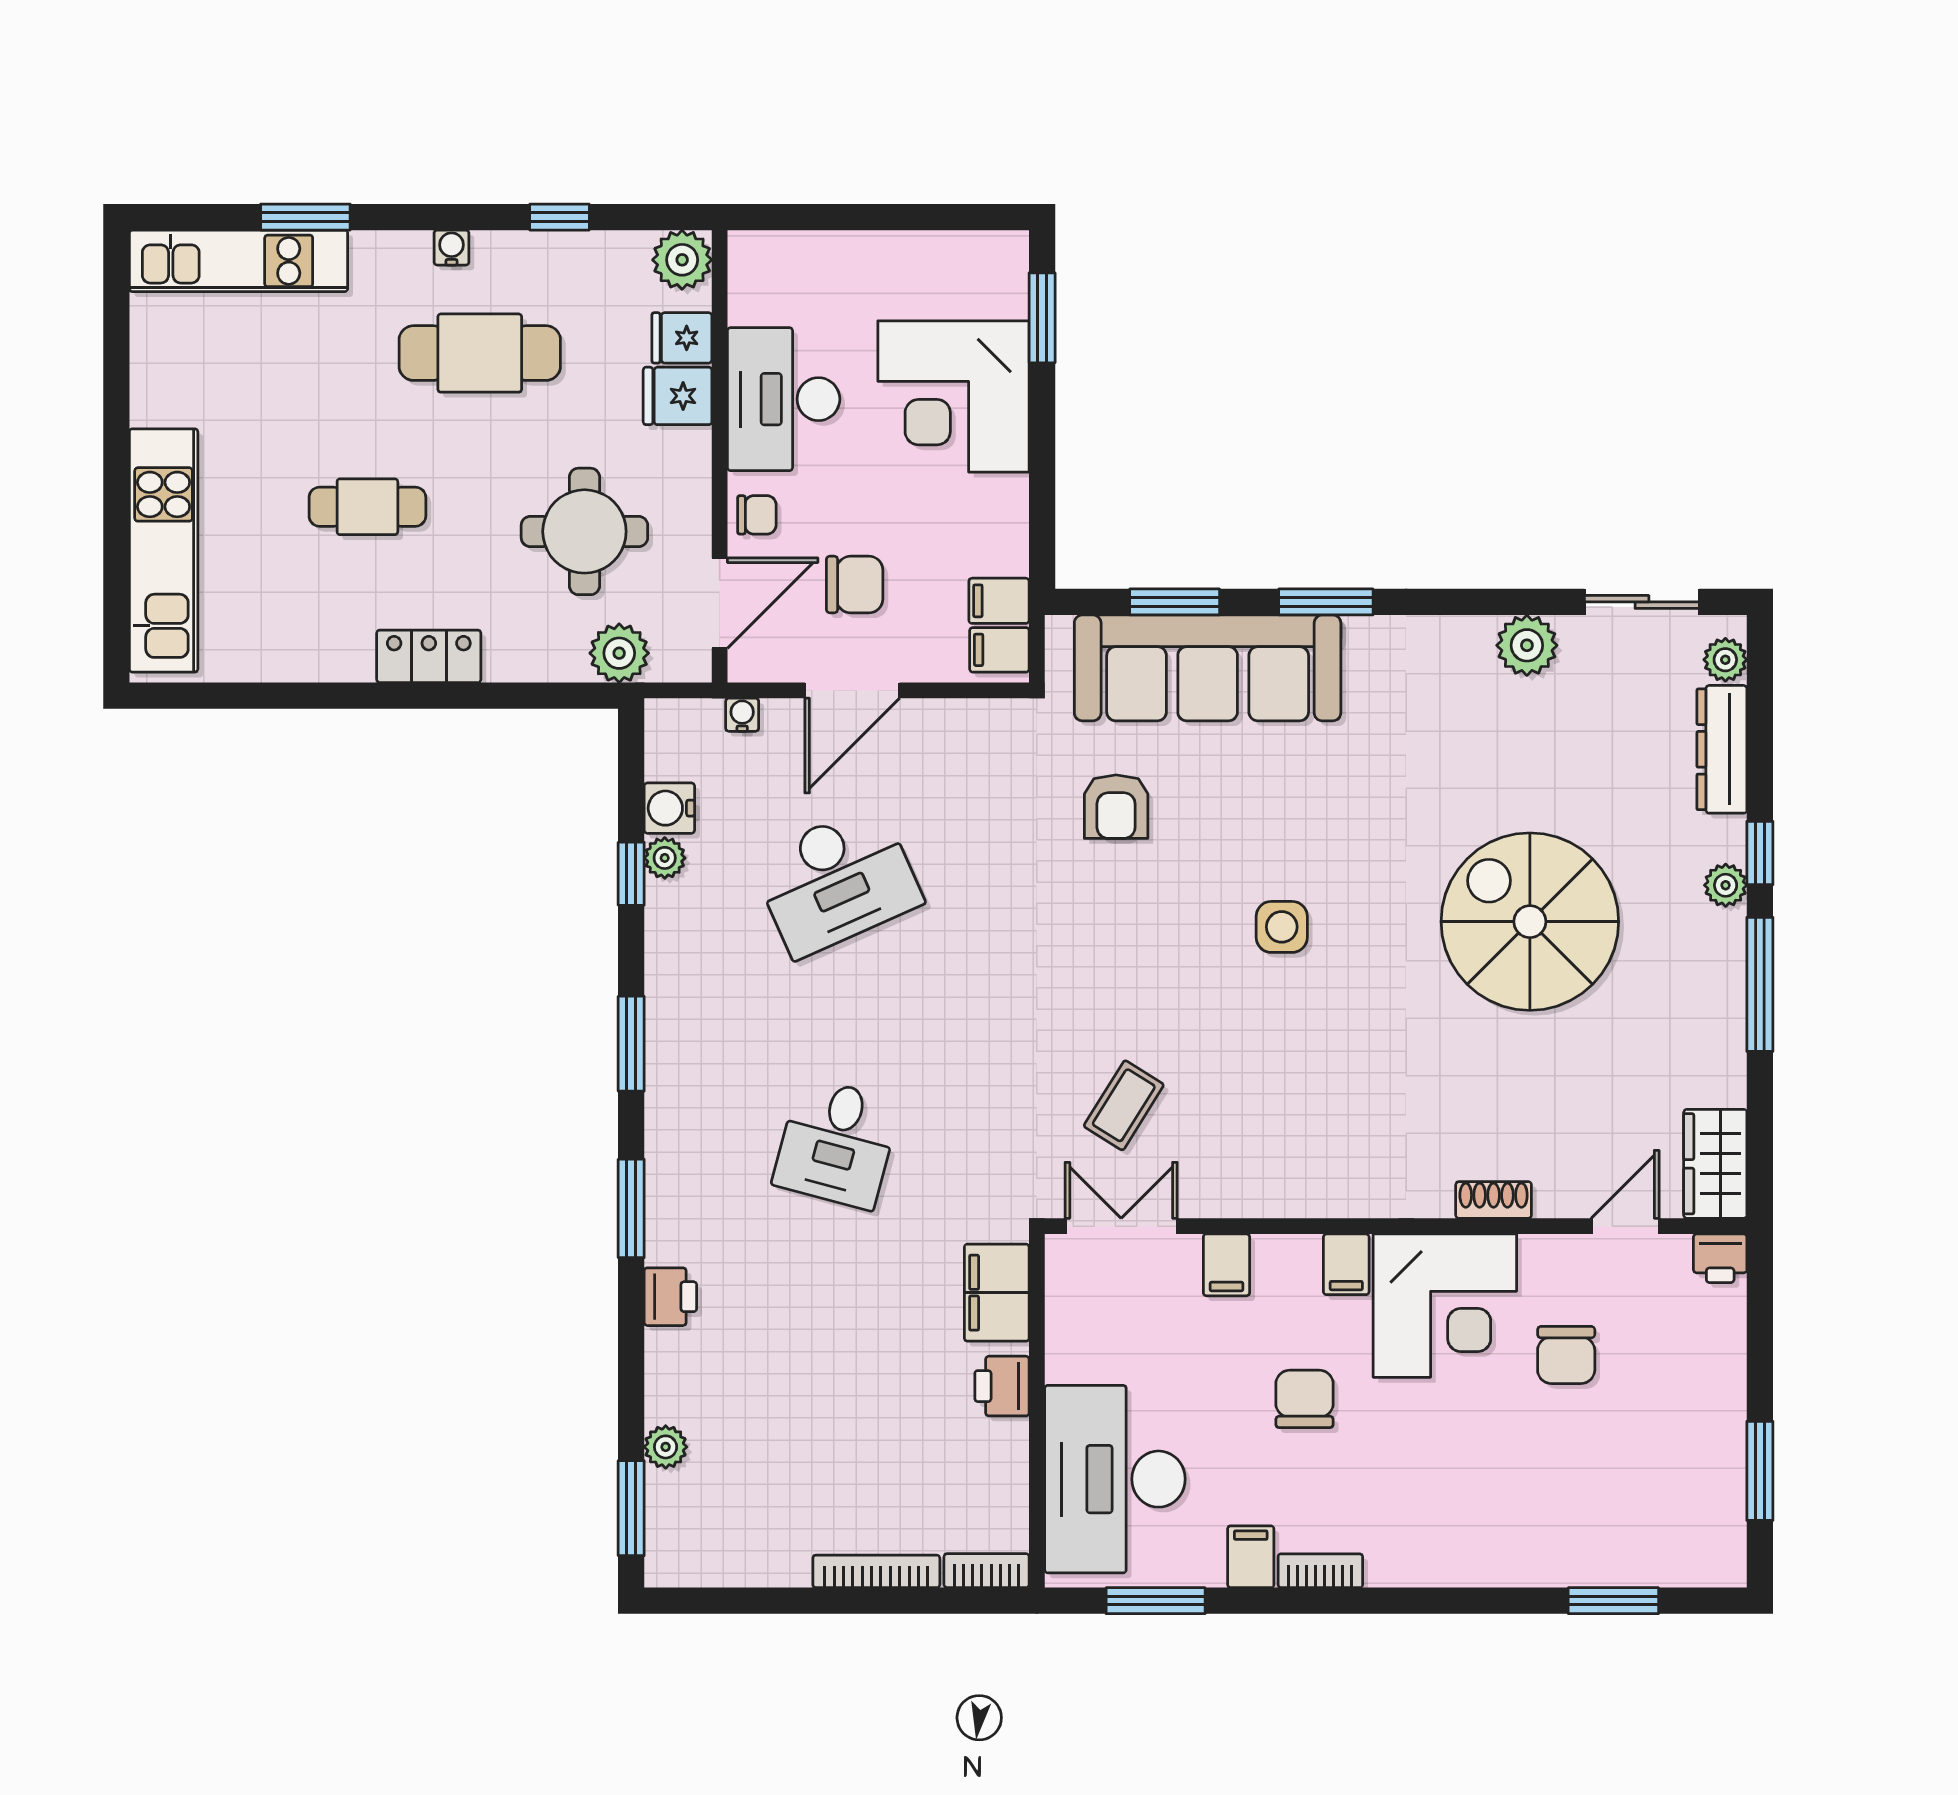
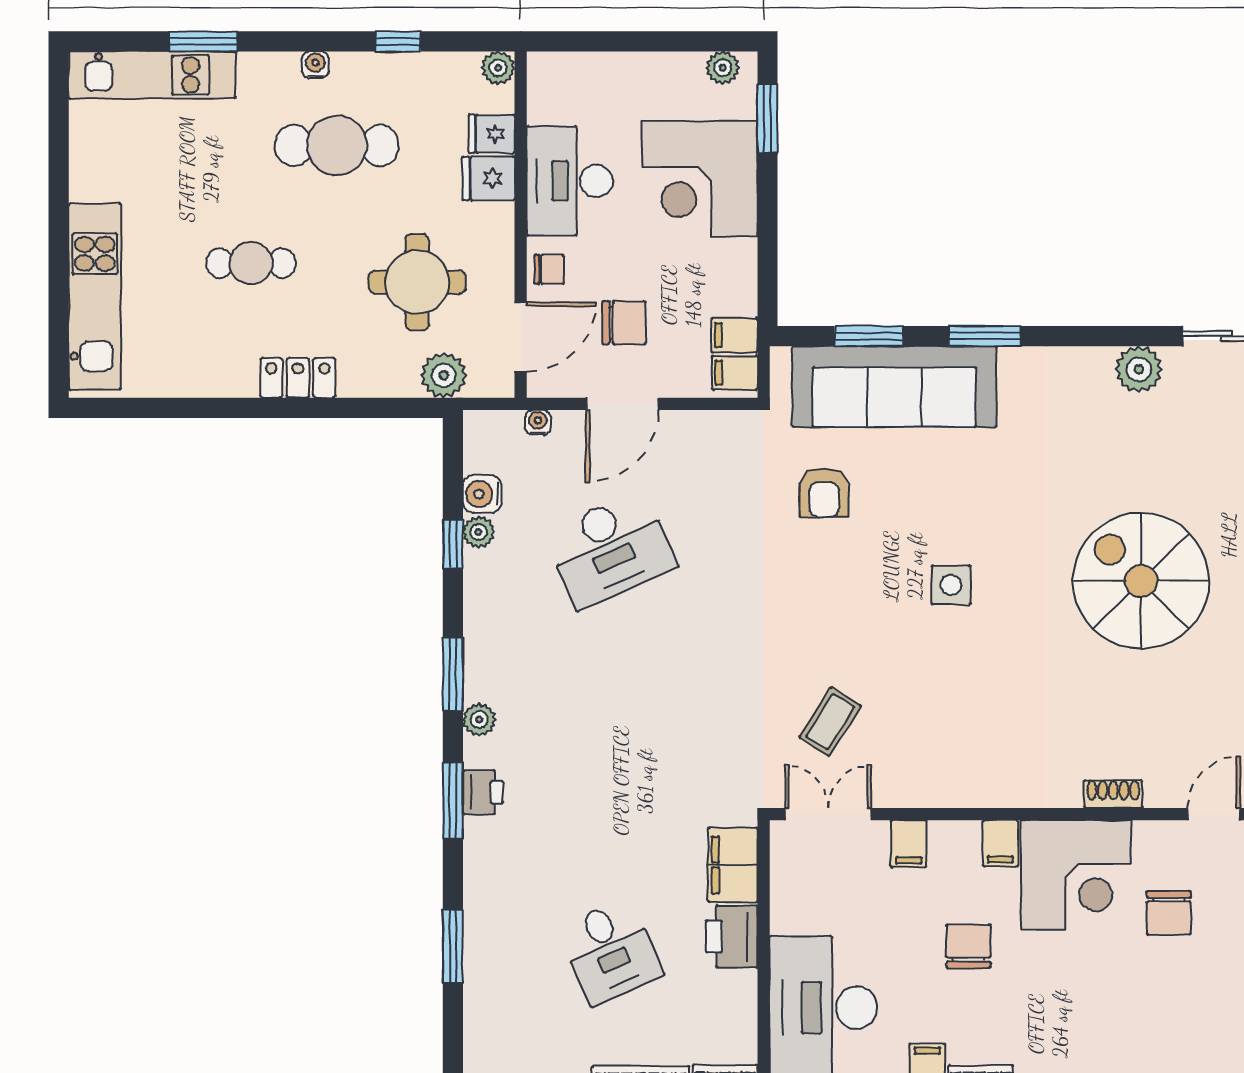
plant: (984, 251) -> (723, 68), added
plant: (682, 260) -> (498, 68), width x0.73, depth x0.73
desk: (837, 1143) -> (610, 951), moved, turned -39
printer: (670, 1297) -> (483, 792), moved
printer: (1002, 1386) -> (732, 937), width x1.36, depth x1.24
plant: (666, 1447) -> (479, 720), moved
window: (631, 1508) -> (453, 946), moved

